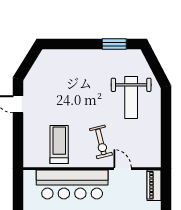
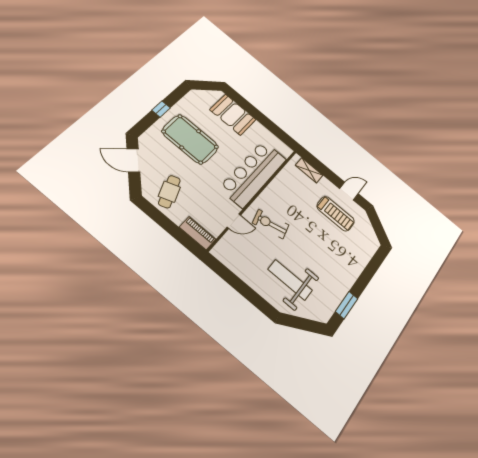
treadmill: (59, 144) -> (336, 214), moved
shelving: (29, 147) -> (309, 170), added

